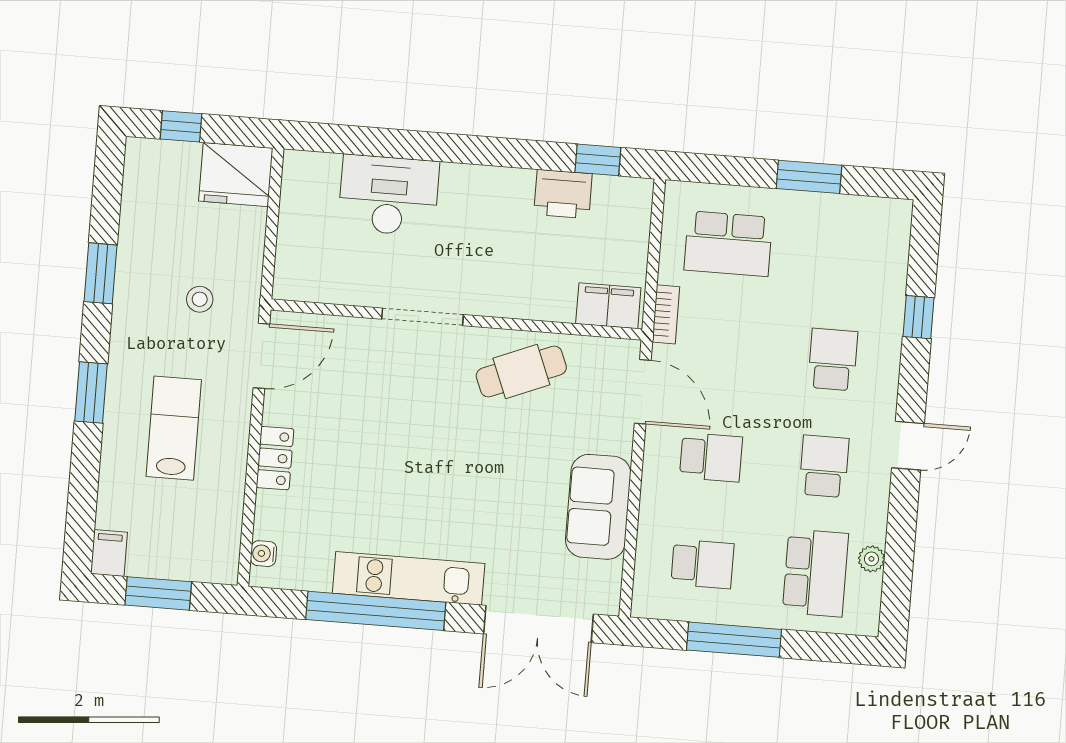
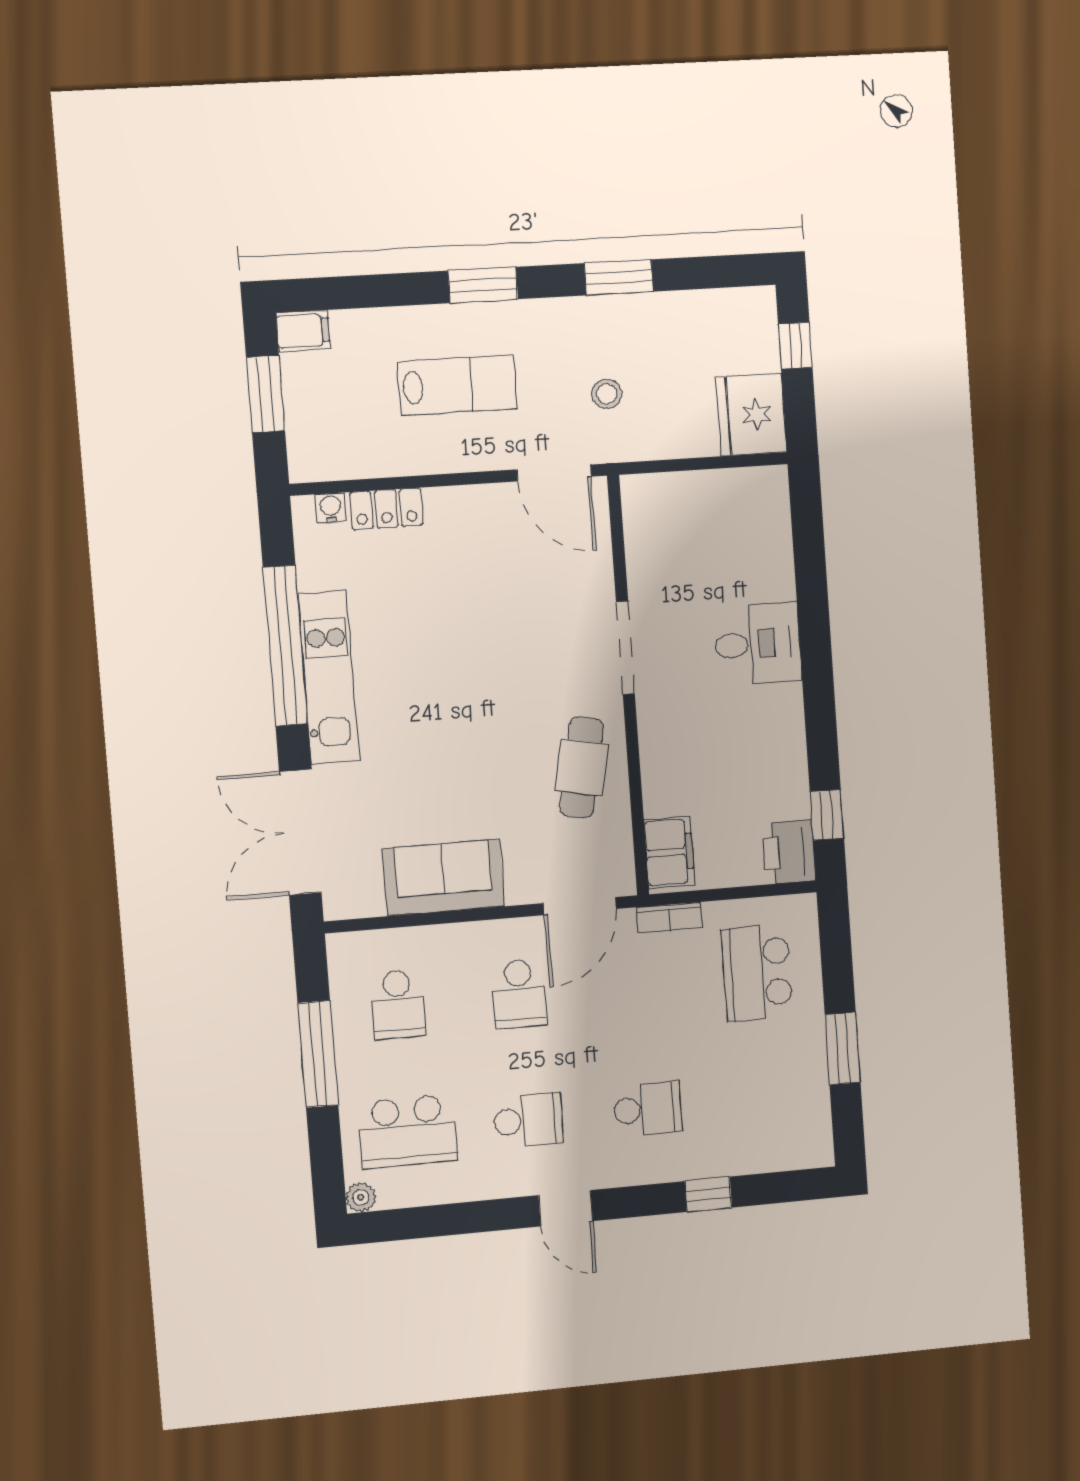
printer: (563, 194) -> (789, 852), moved
desk: (389, 195) -> (758, 644), moved, width x0.73
cafe table: (521, 372) -> (582, 767), turned 33
locker: (275, 458) -> (386, 509), moved
plant: (871, 559) -> (361, 1197), moved

